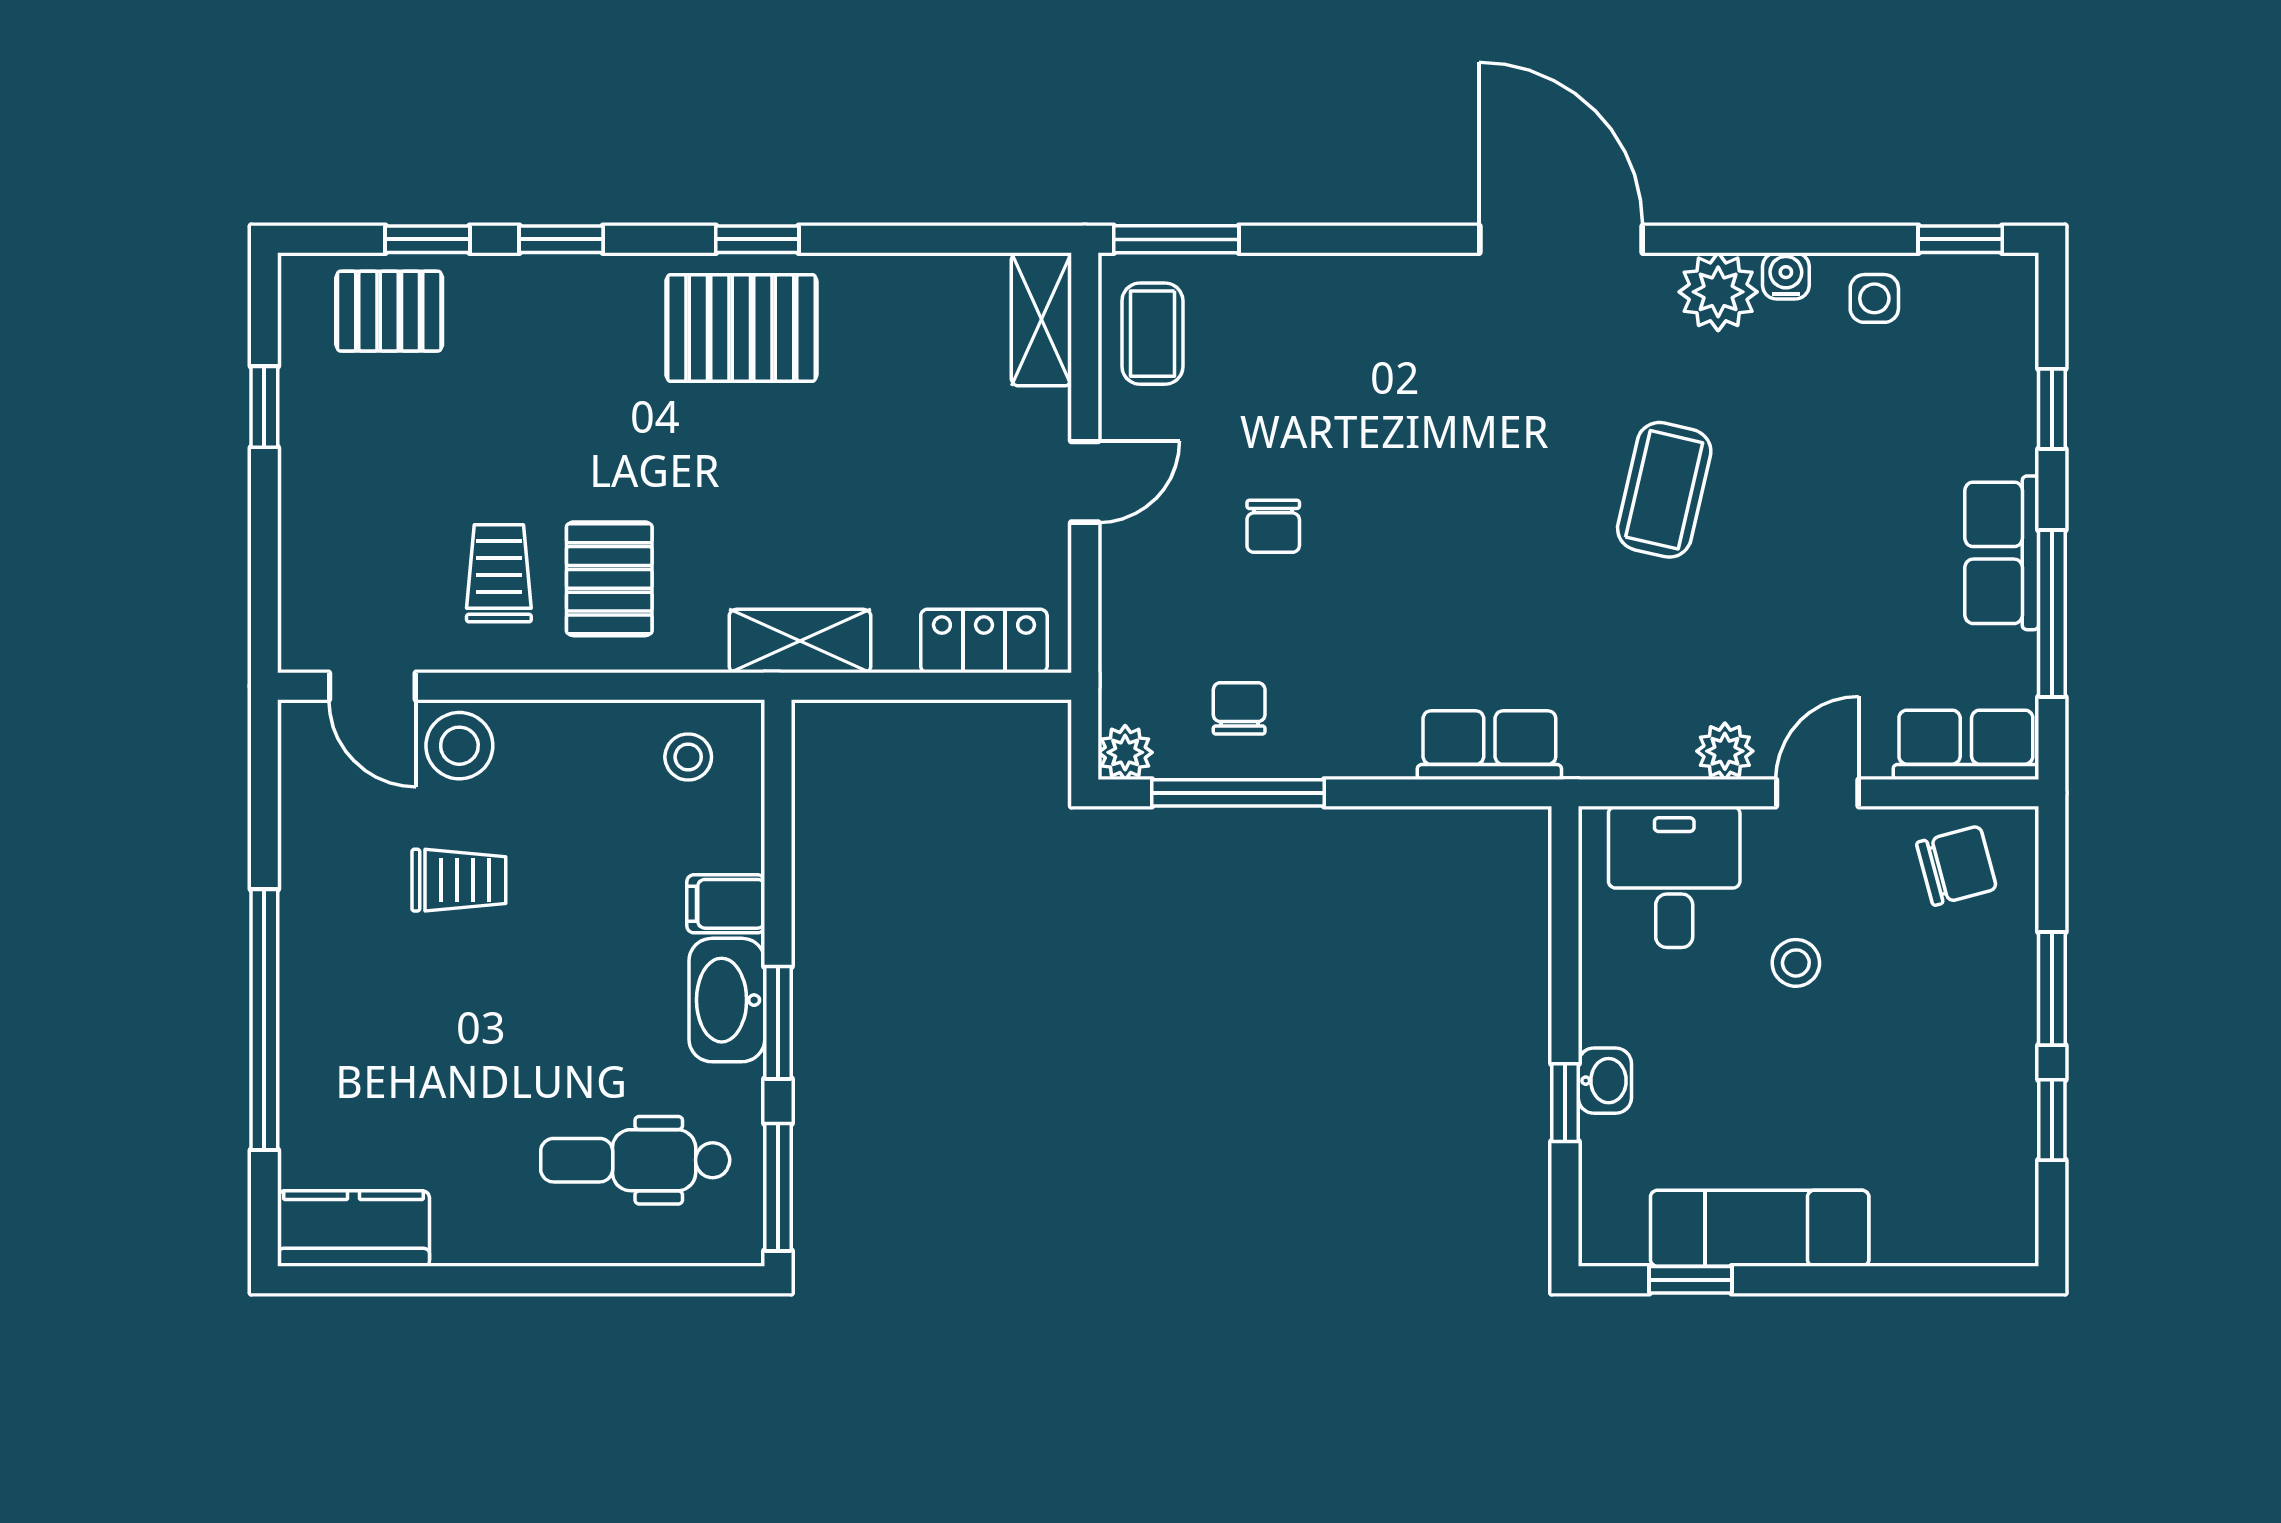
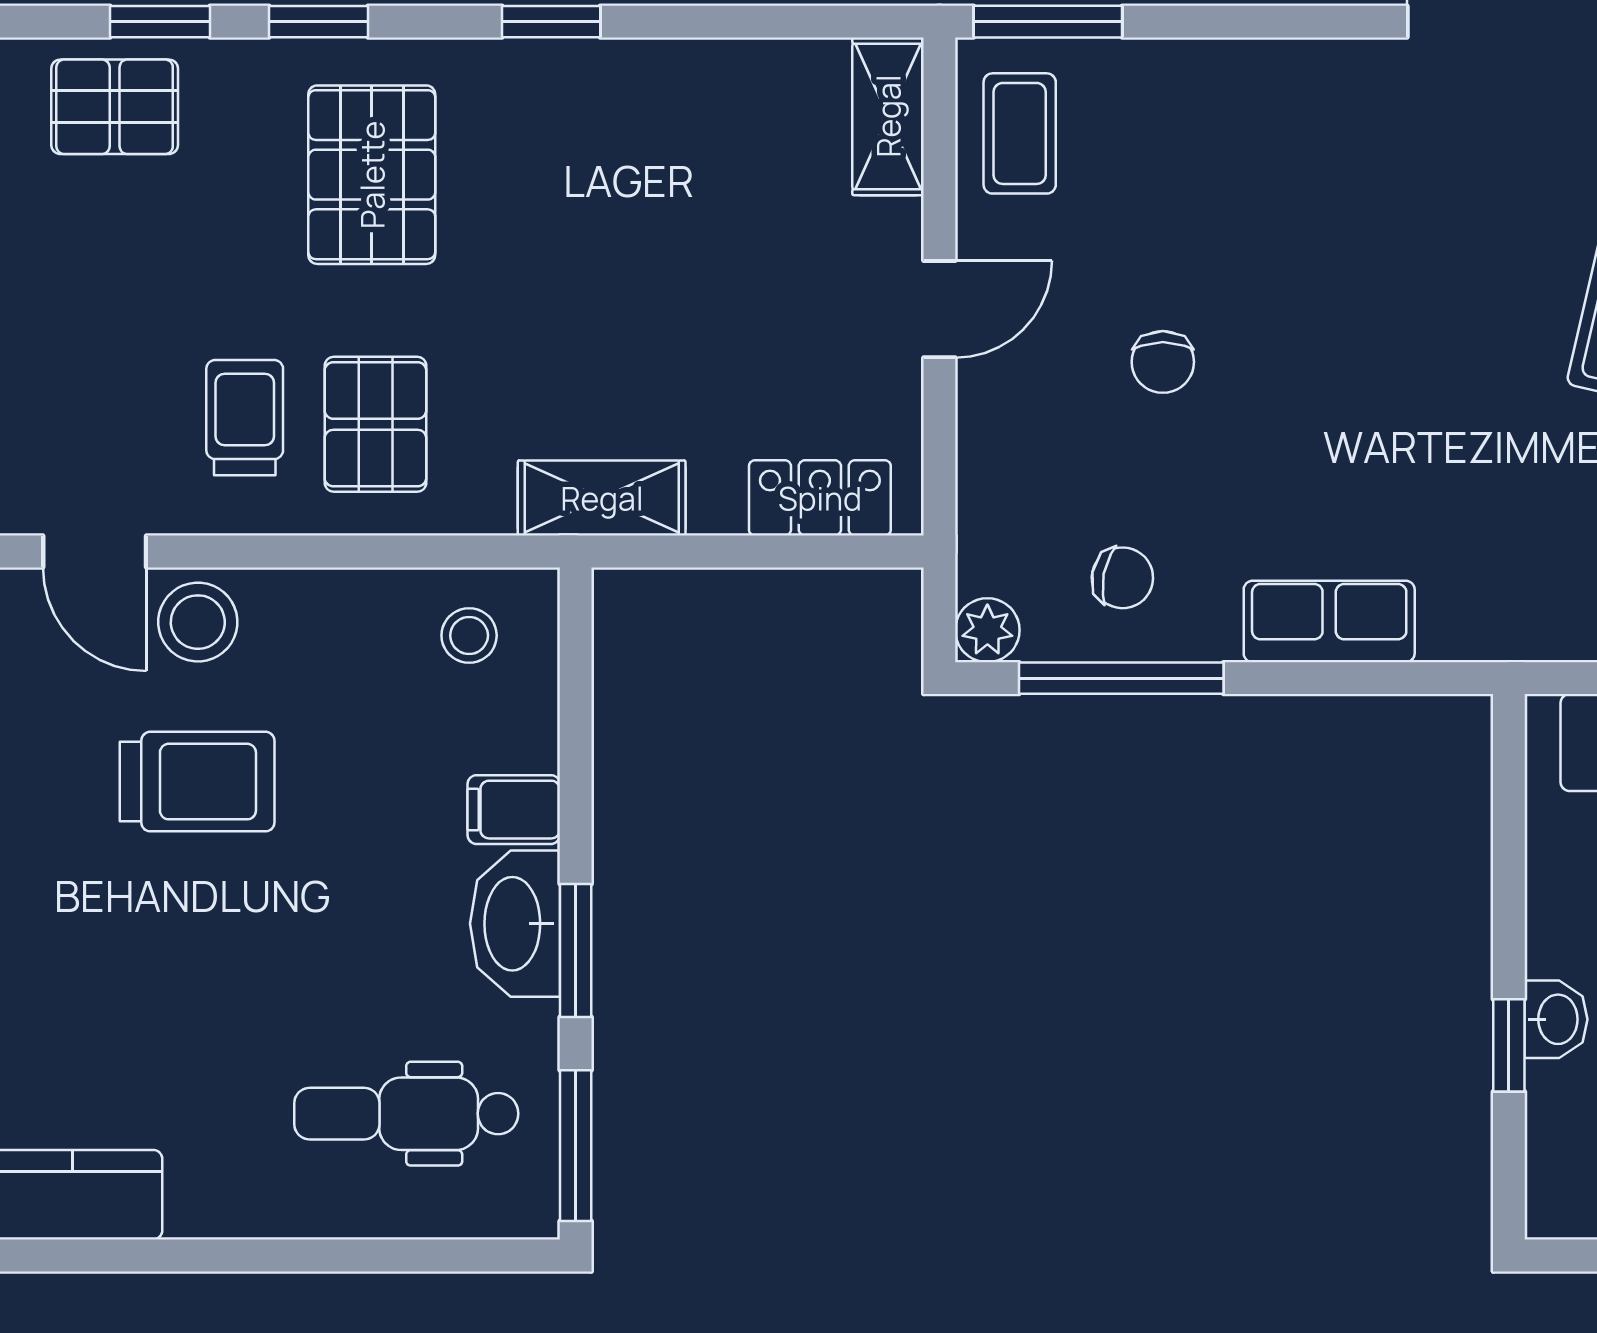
pallet: (741, 328) -> (372, 175), moved, turned 90
chair: (1239, 708) -> (1122, 578), turned 101
row of seats: (1489, 745) -> (1329, 621), moved
trolley: (459, 880) -> (197, 782), width x1.36, depth x1.39

